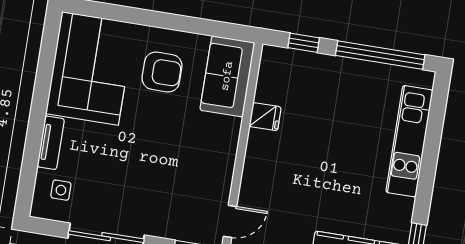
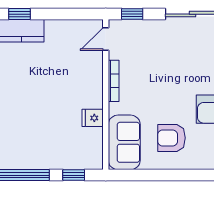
bookcase: (228, 163) -> (114, 81), added

